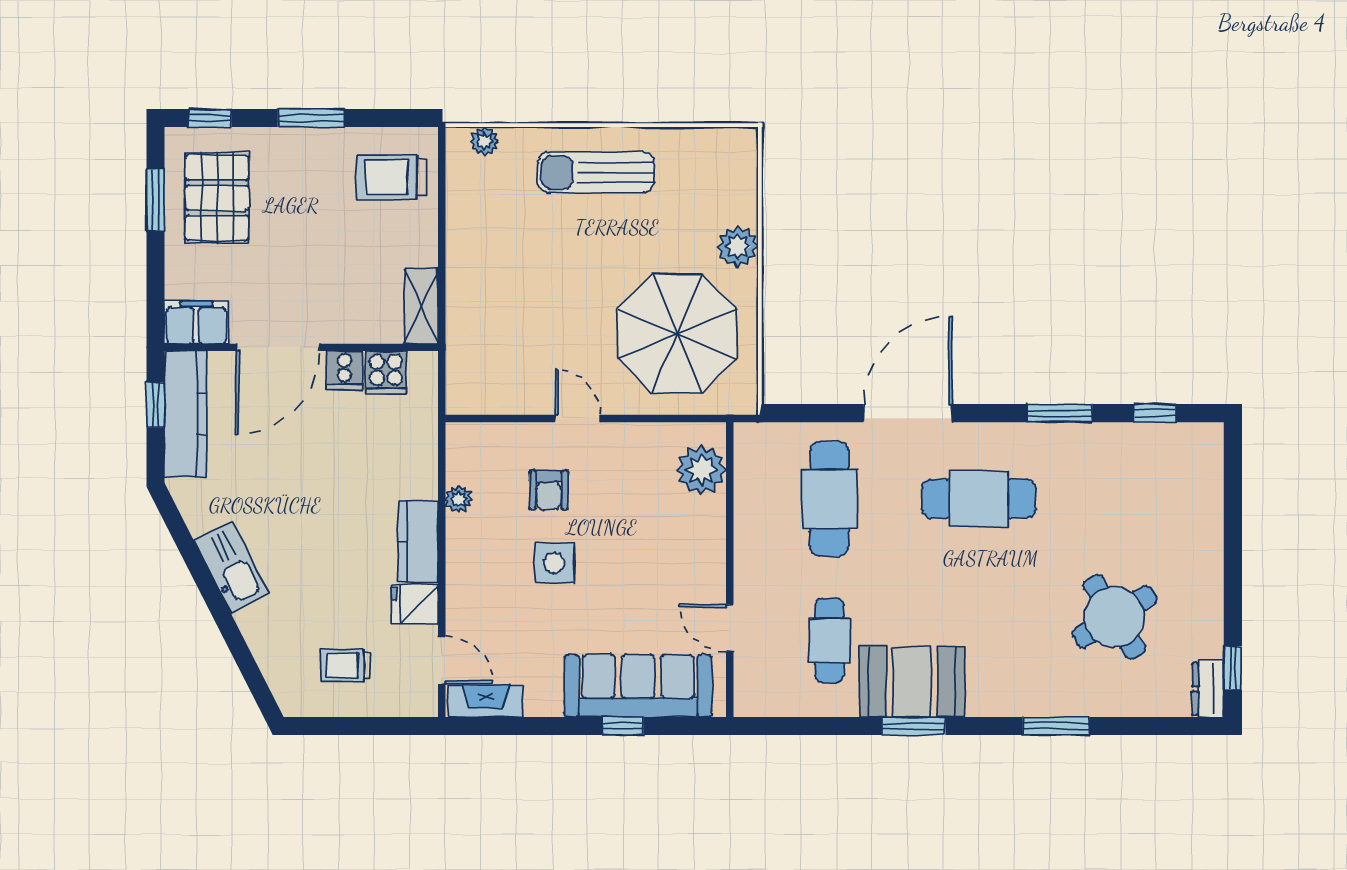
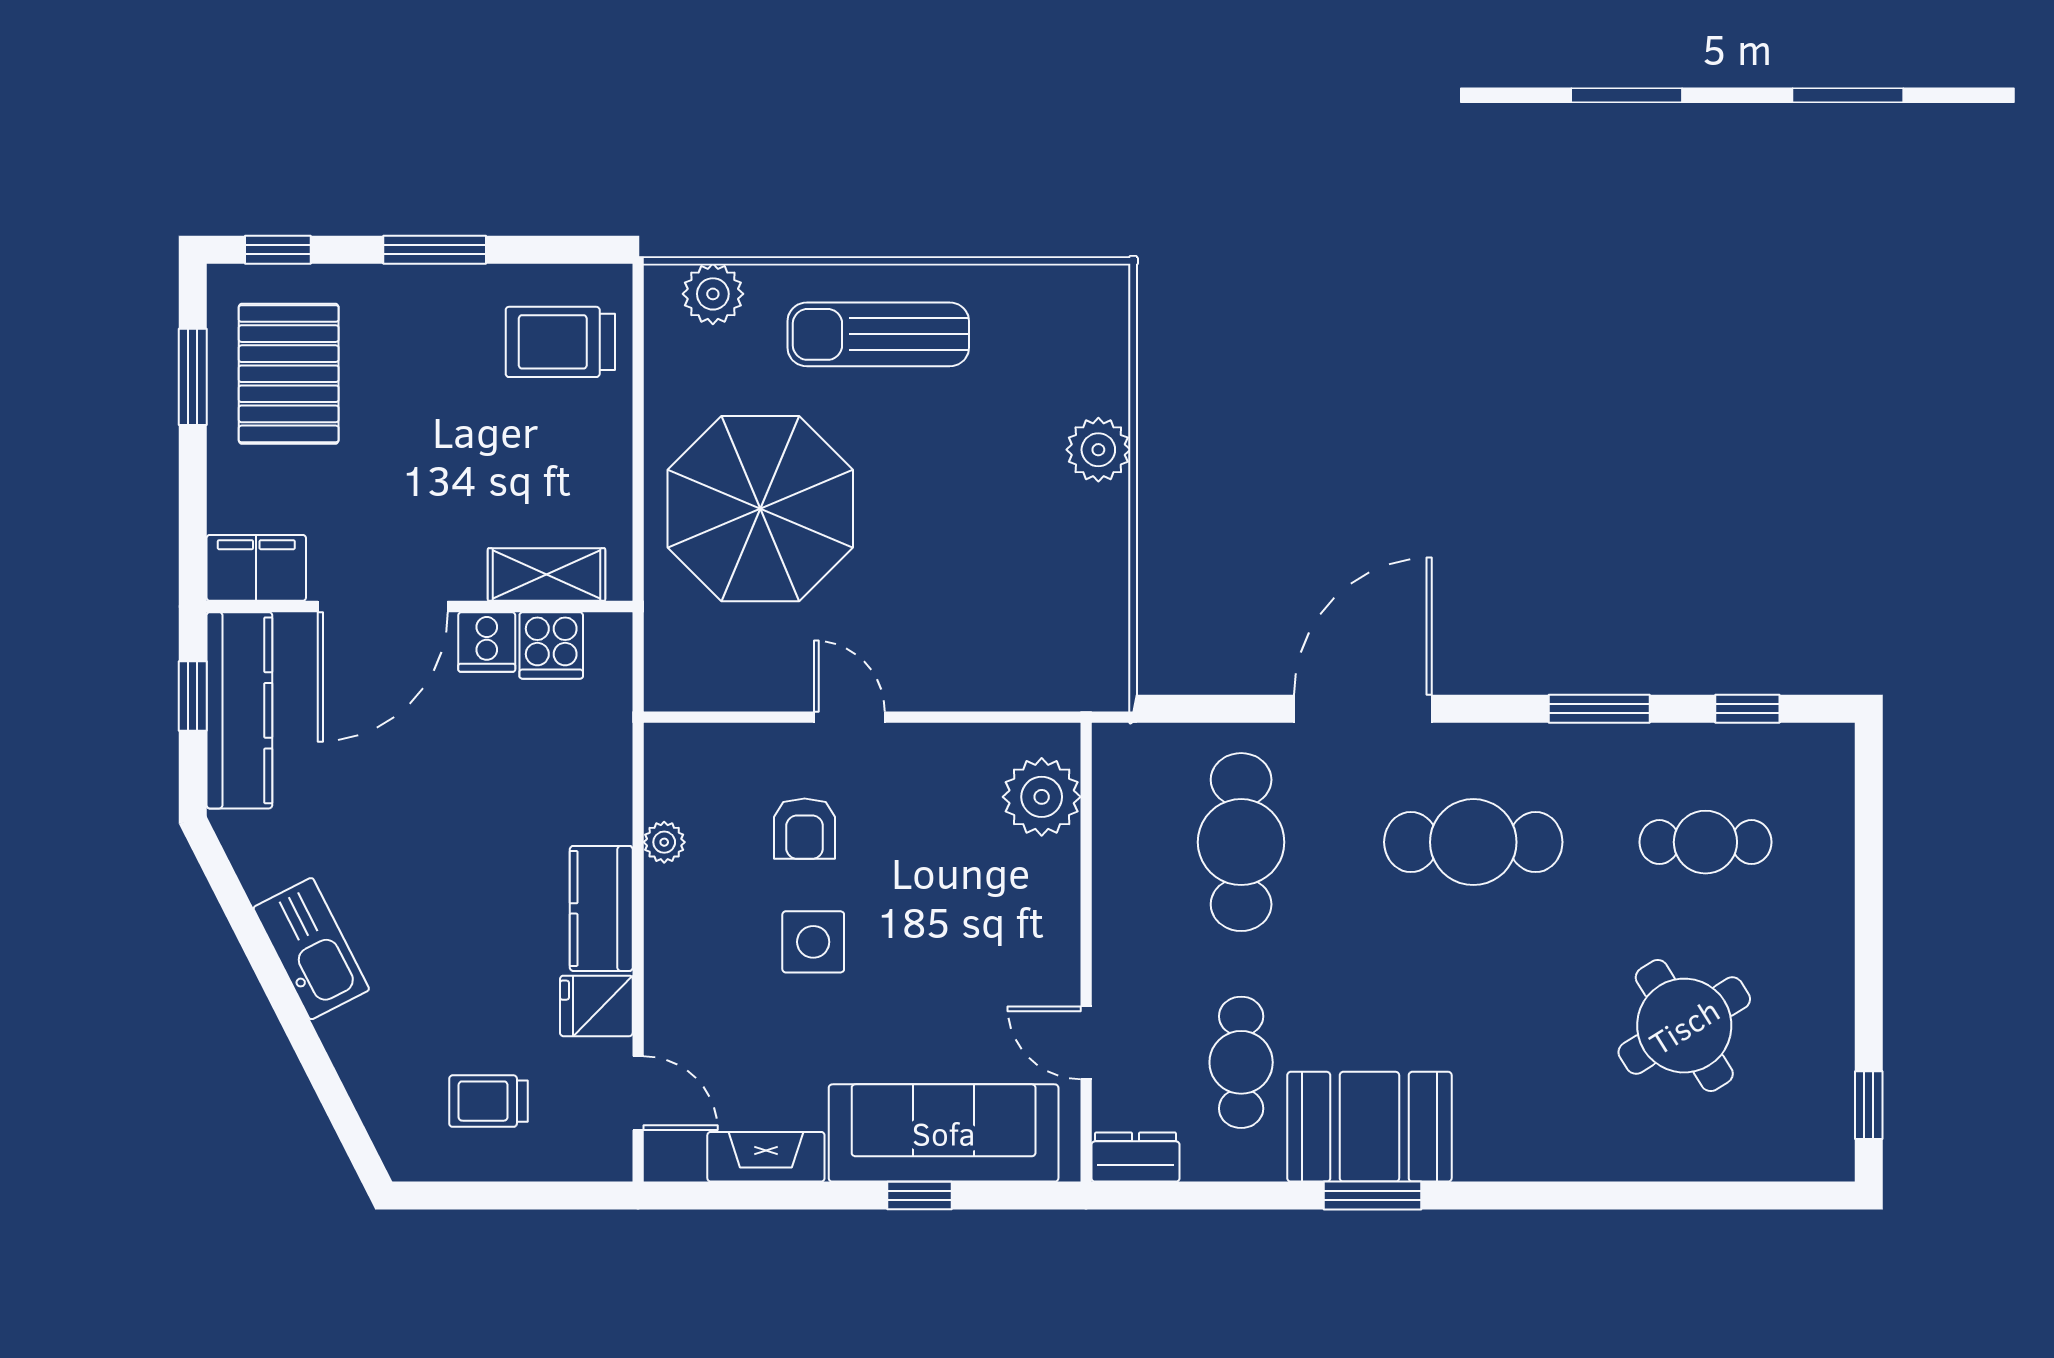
plant: (484, 141) -> (713, 294), width x1.38, depth x1.38
shelving: (421, 306) -> (547, 575), moved, turned 90
parasol: (677, 333) -> (760, 509), moved
cafe table: (1128, 499) -> (1705, 842), added
dresser: (1208, 689) -> (1136, 1157), moved, turned 90
fireplace: (486, 701) -> (766, 1157), moved
window: (1056, 726) -> (1594, 1196), removed

